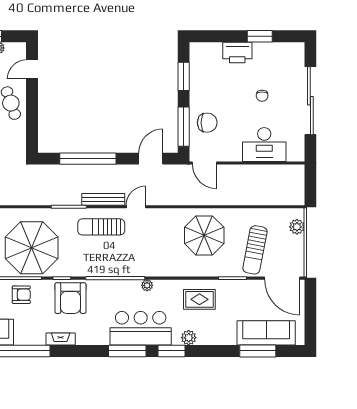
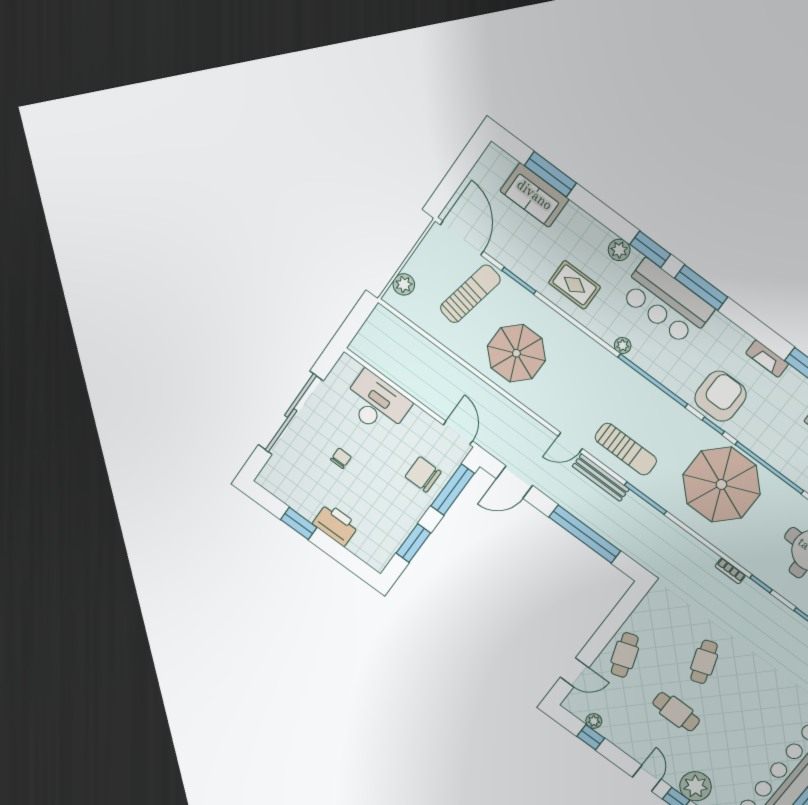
armchair: (21, 295) -> (773, 442), removed
sofa: (266, 333) -> (534, 195), width x0.73

